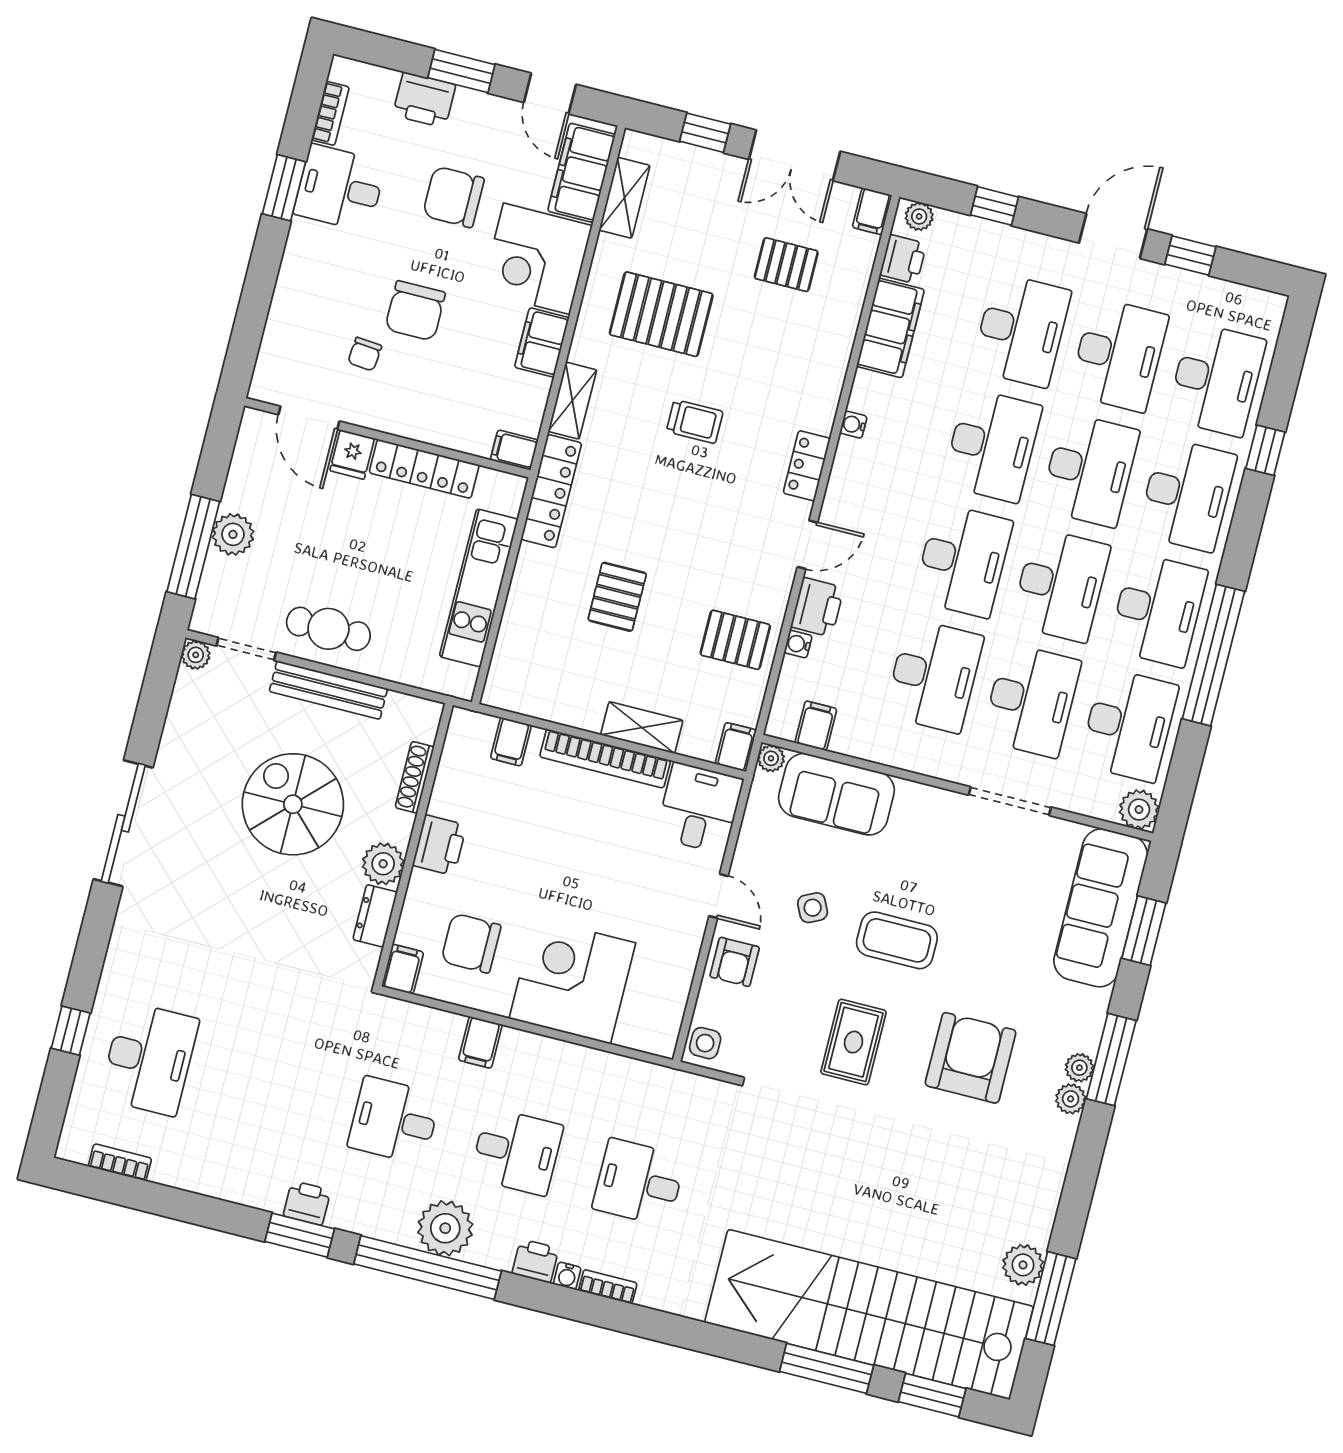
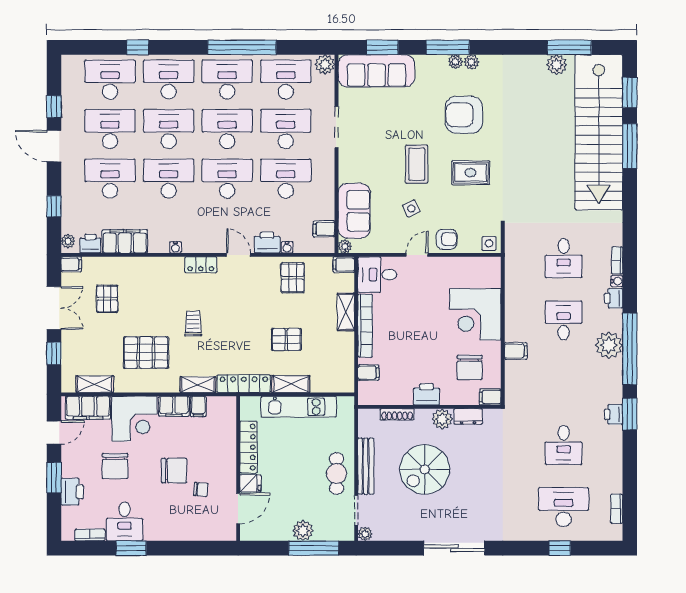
pallet: (661, 314) -> (146, 353), turned 90
filing cabinet: (514, 450) -> (198, 406), moved
shelving: (527, 583) -> (291, 384), added
desk: (394, 1121) -> (564, 445), moved

